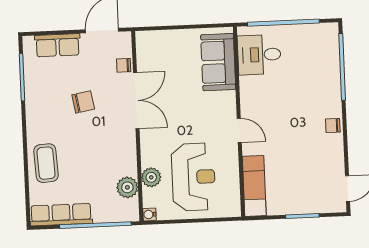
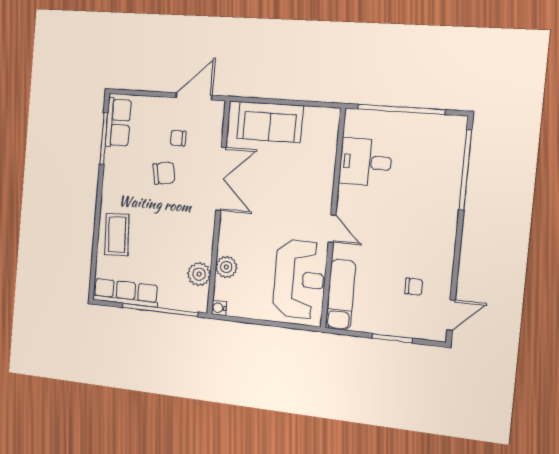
row of seats: (58, 45) -> (118, 122), moved, turned -90
desk: (259, 55) -> (365, 162), moved
sofa: (218, 62) -> (270, 122), moved, turned -90
chair: (124, 65) -> (178, 138), moved
chair: (333, 125) -> (414, 287), moved, turned 180
reception desk: (194, 177) -> (299, 279), moved

